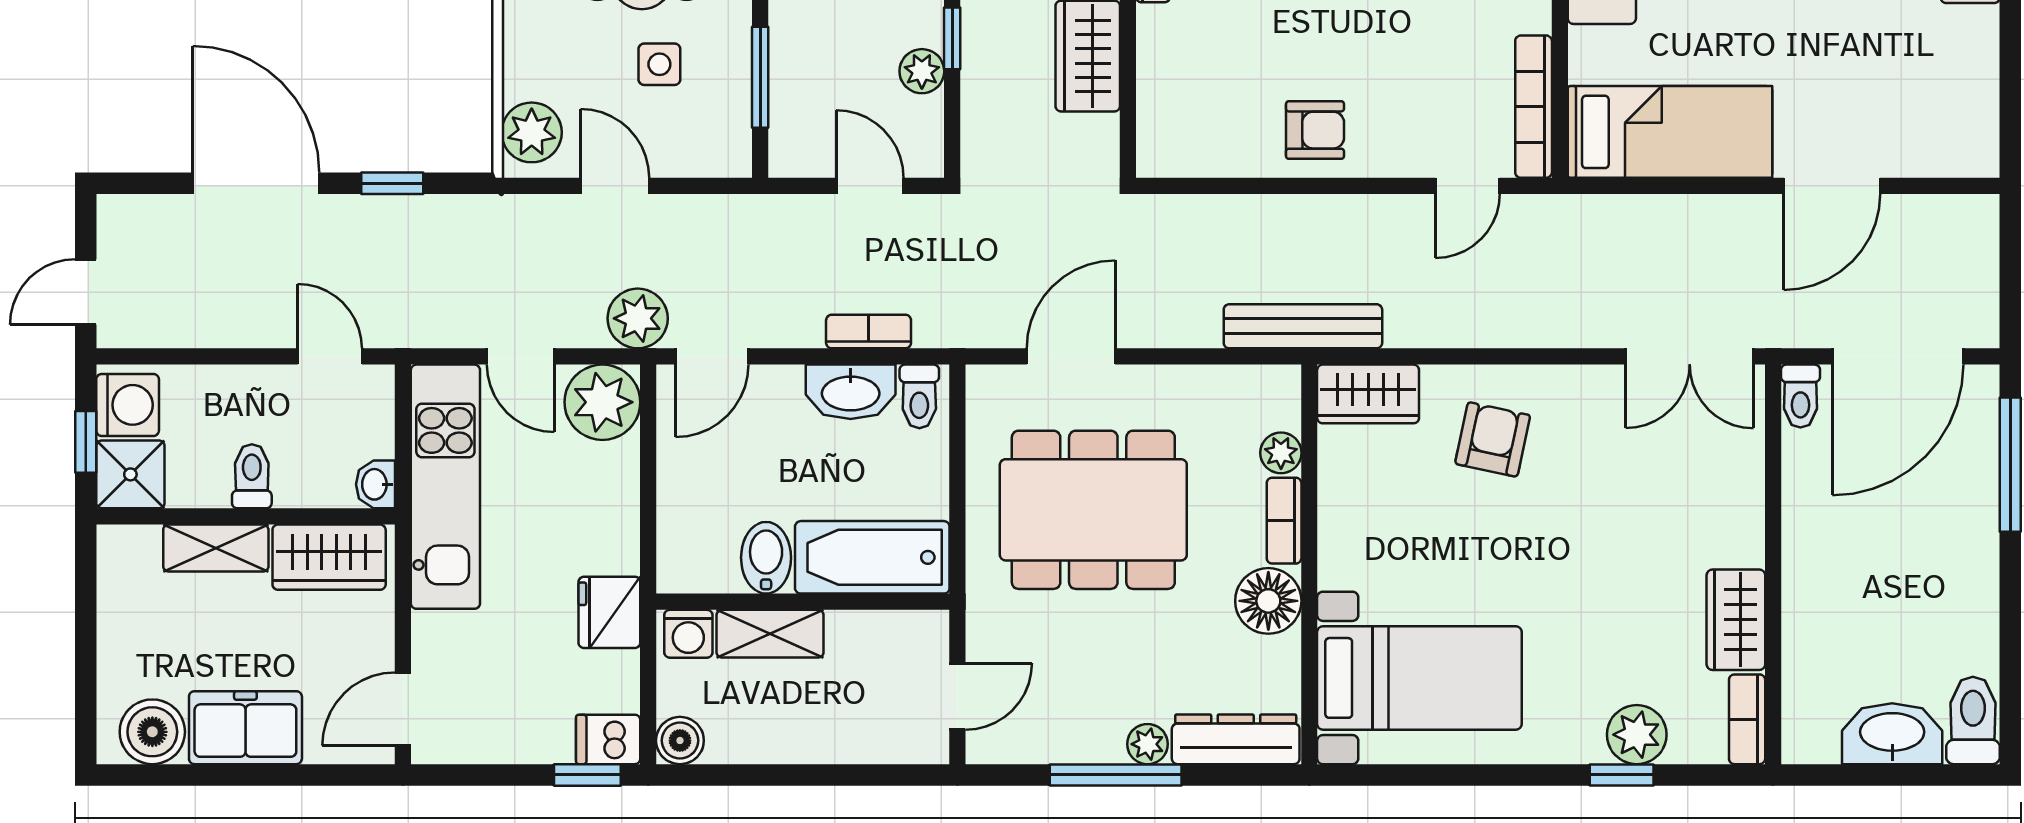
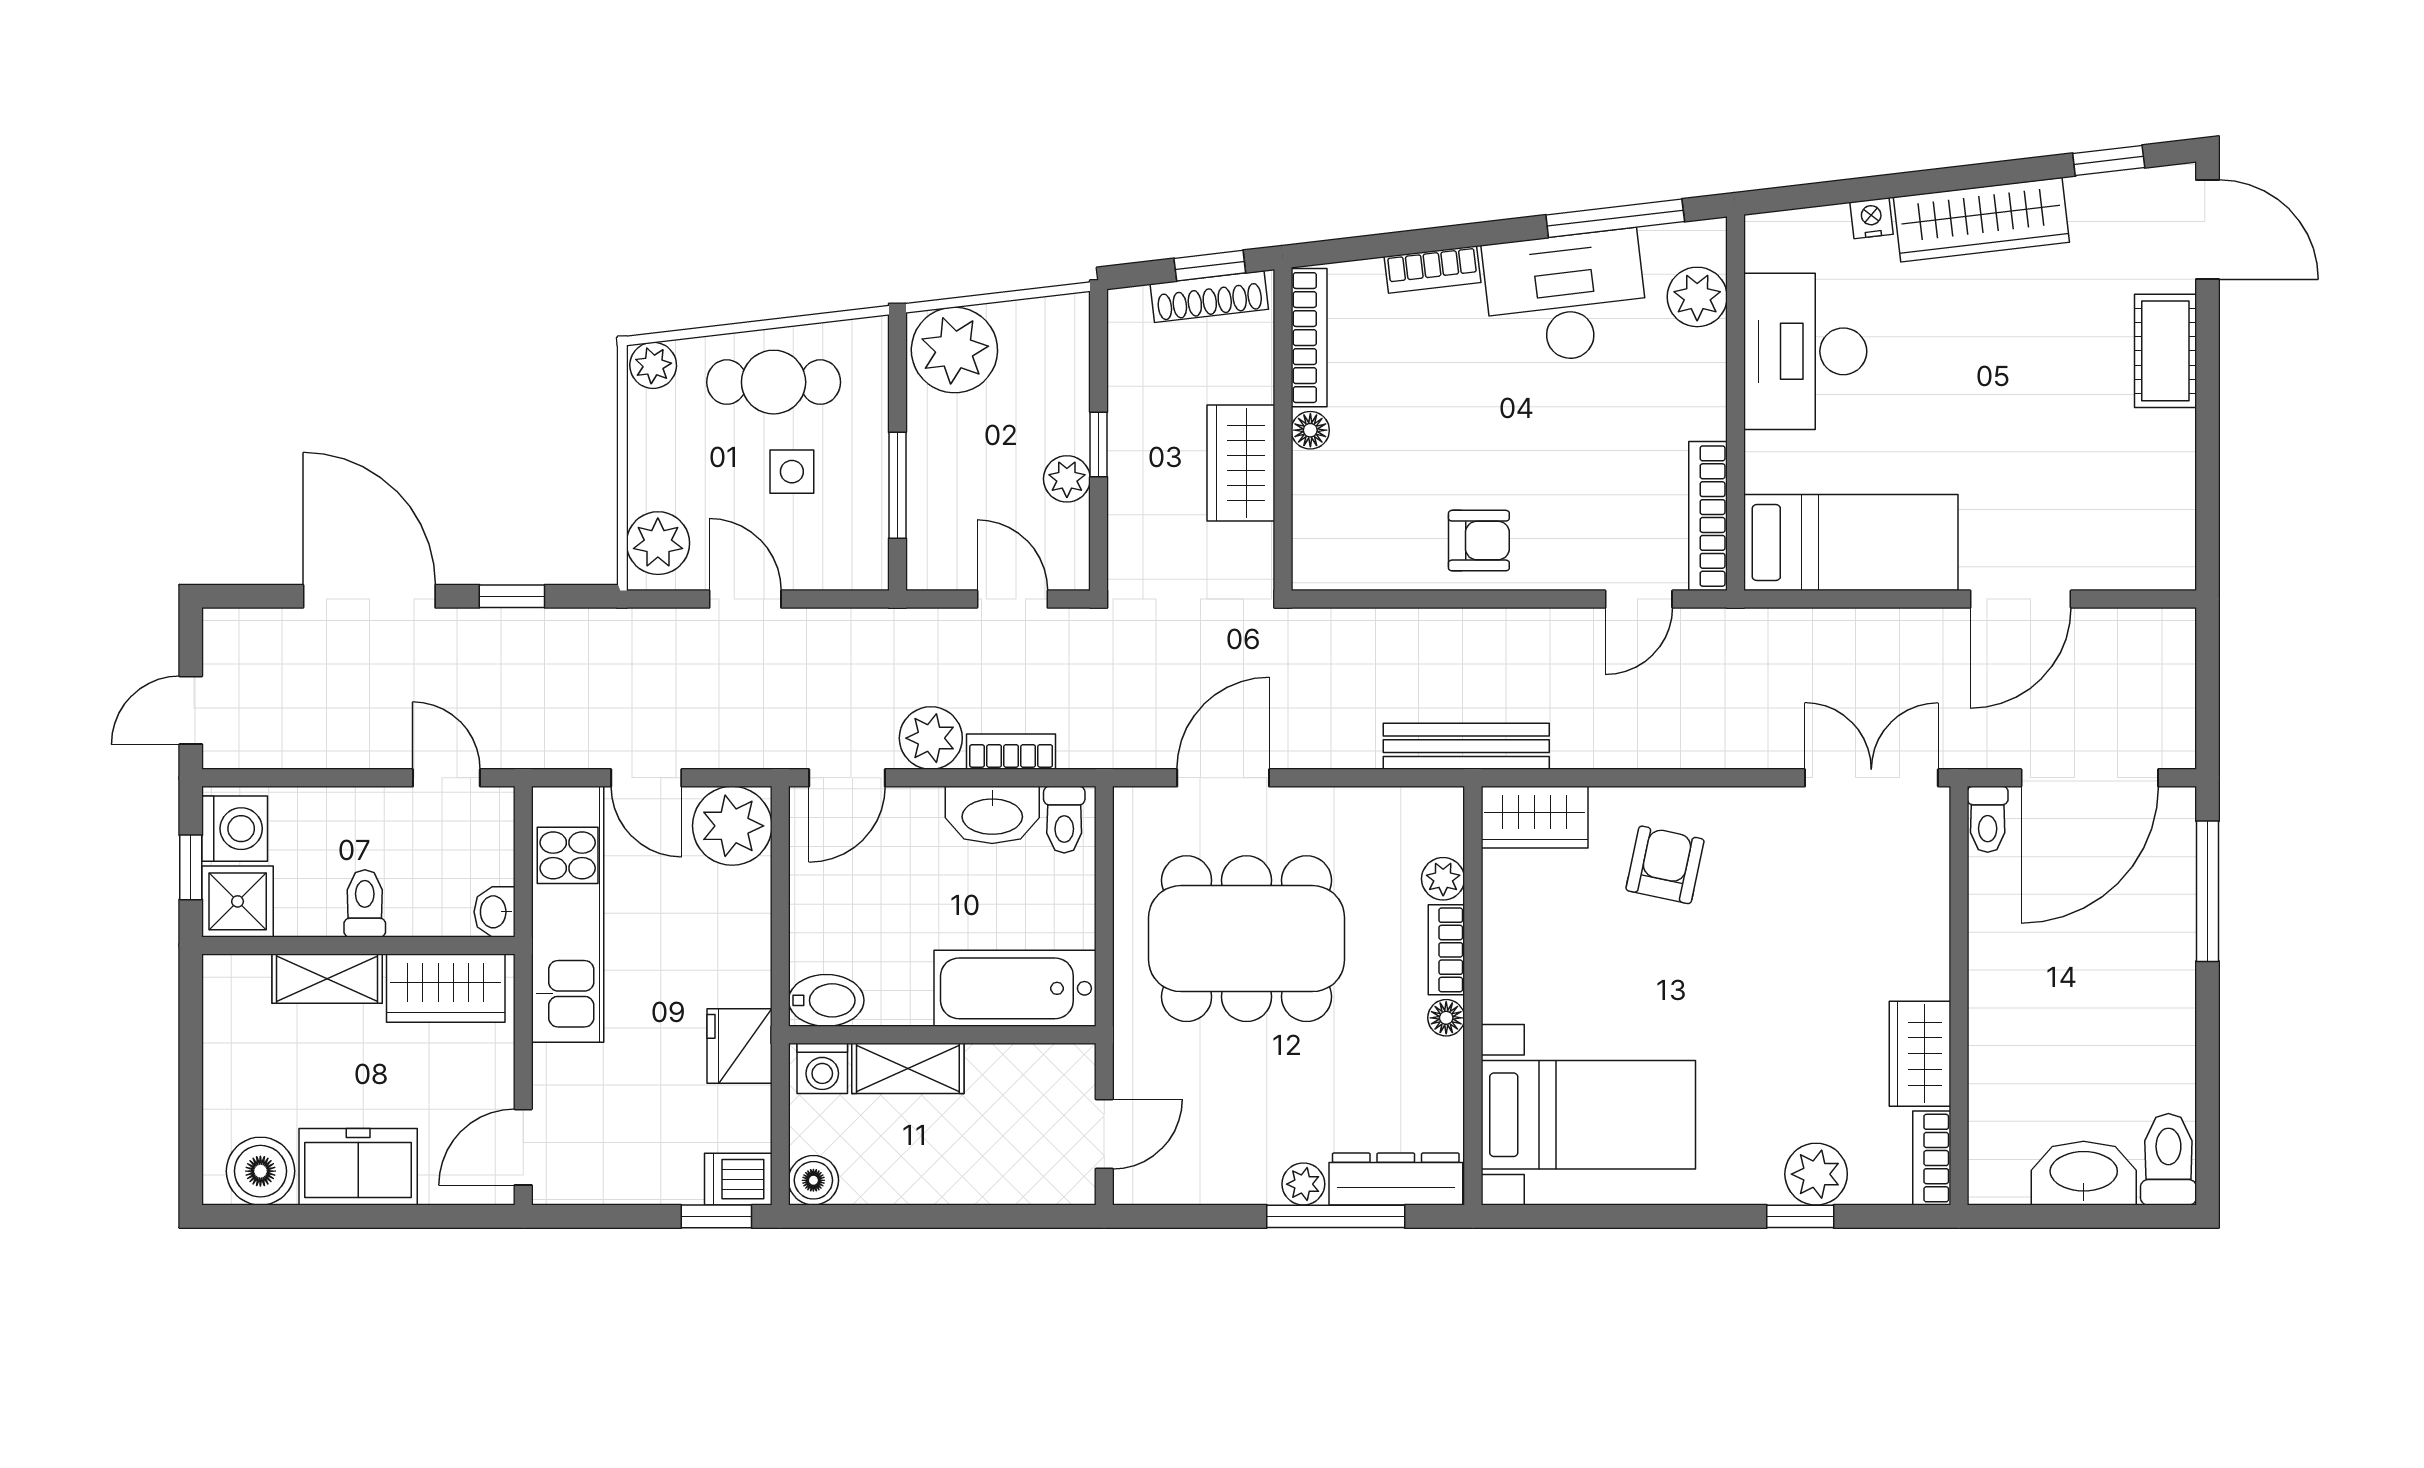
floor lamp: (1154, 25) -> (1310, 430), added
plant: (638, 318) -> (931, 738), moved
double door: (1690, 356) -> (1871, 778), swing flipped
bidet: (766, 558) -> (826, 1000), moved, turned 90
floor lamp: (1268, 601) -> (1446, 1018), width x0.53, depth x0.53
window: (1116, 775) -> (1336, 1216), moved

